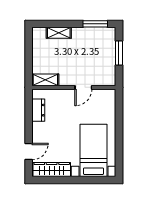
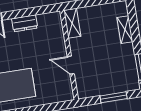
dresser: (38, 110) -> (25, 23), moved

